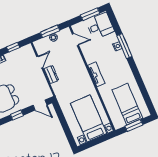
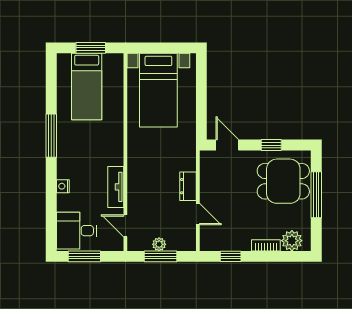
window: (124, 46) -> (51, 136), moved
door: (40, 62) -> (198, 214), swing flipped
tv unit: (96, 74) -> (116, 187), moved

